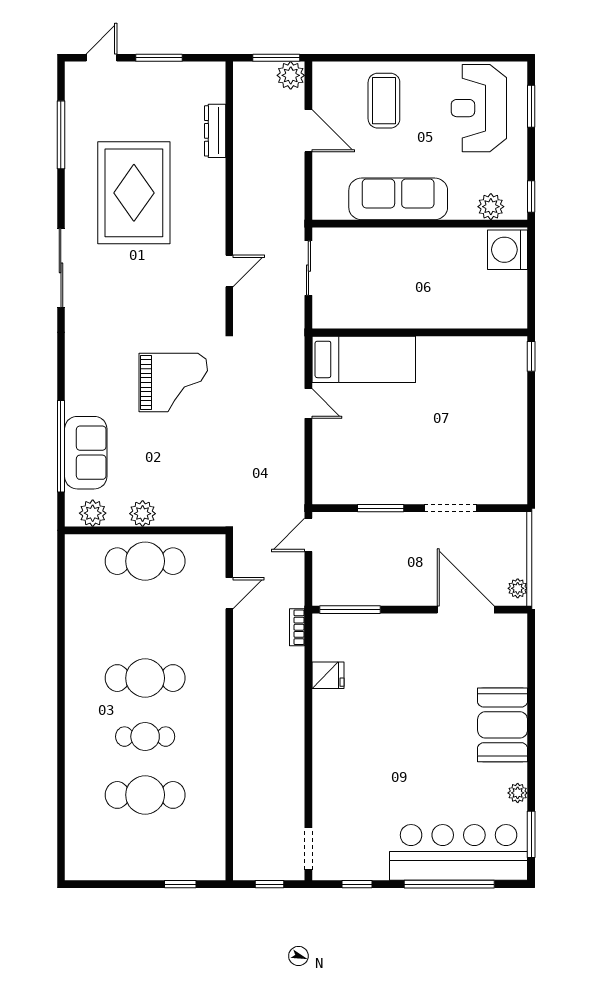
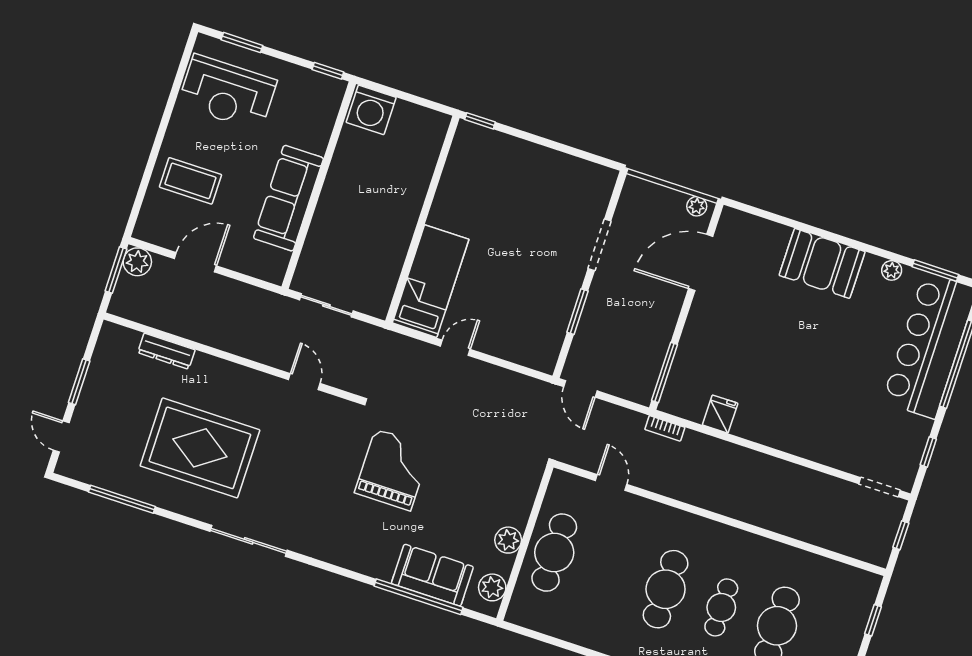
plant: (491, 207) -> (325, 112), removed

